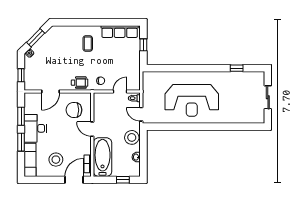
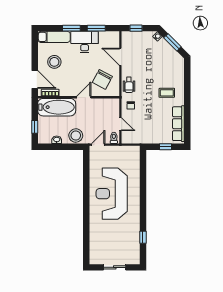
chair: (74, 110) -> (102, 79), turned -152

